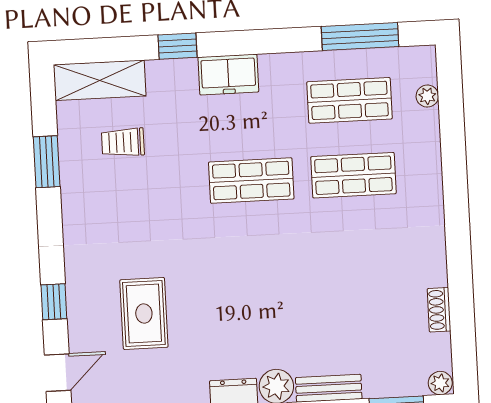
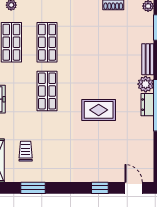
trolley: (123, 142) -> (26, 151), turned 180
rug: (144, 314) -> (99, 110), moved

